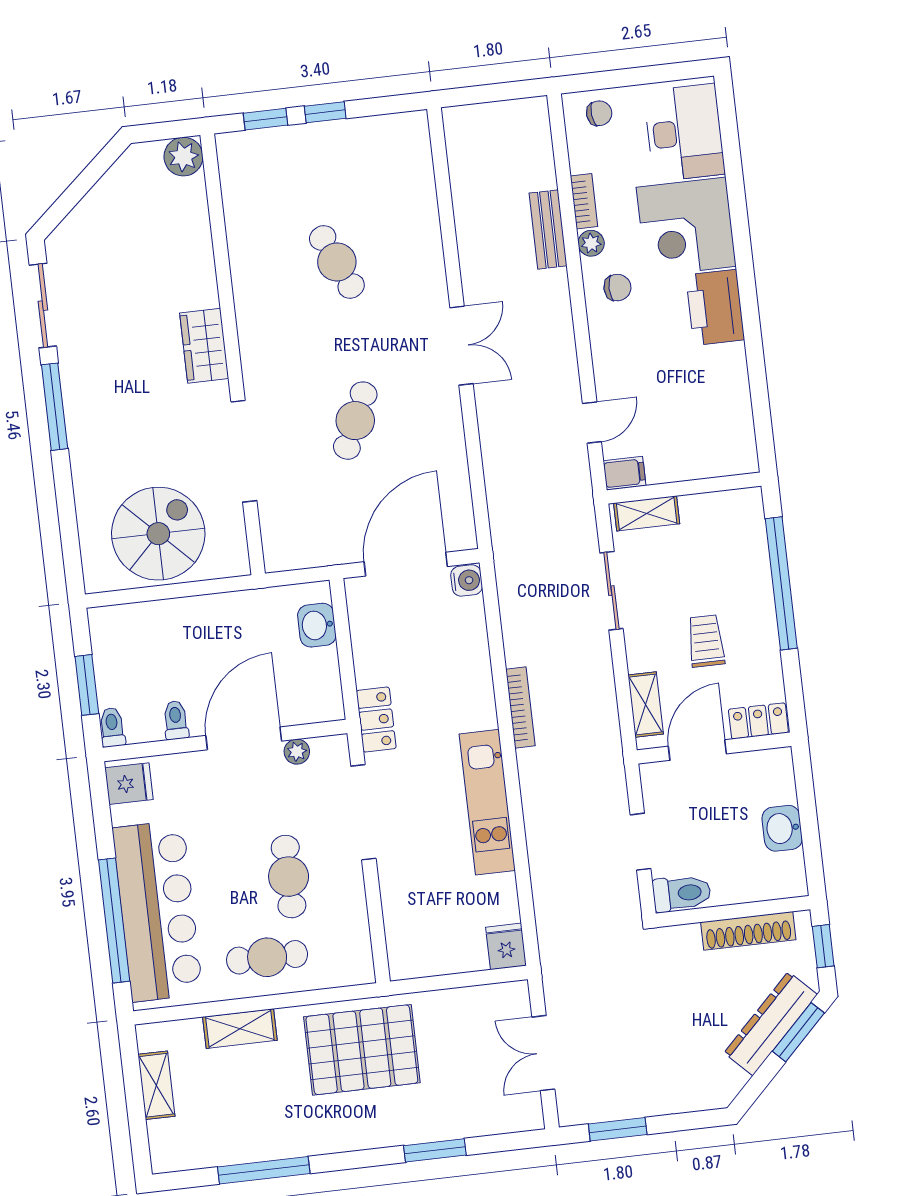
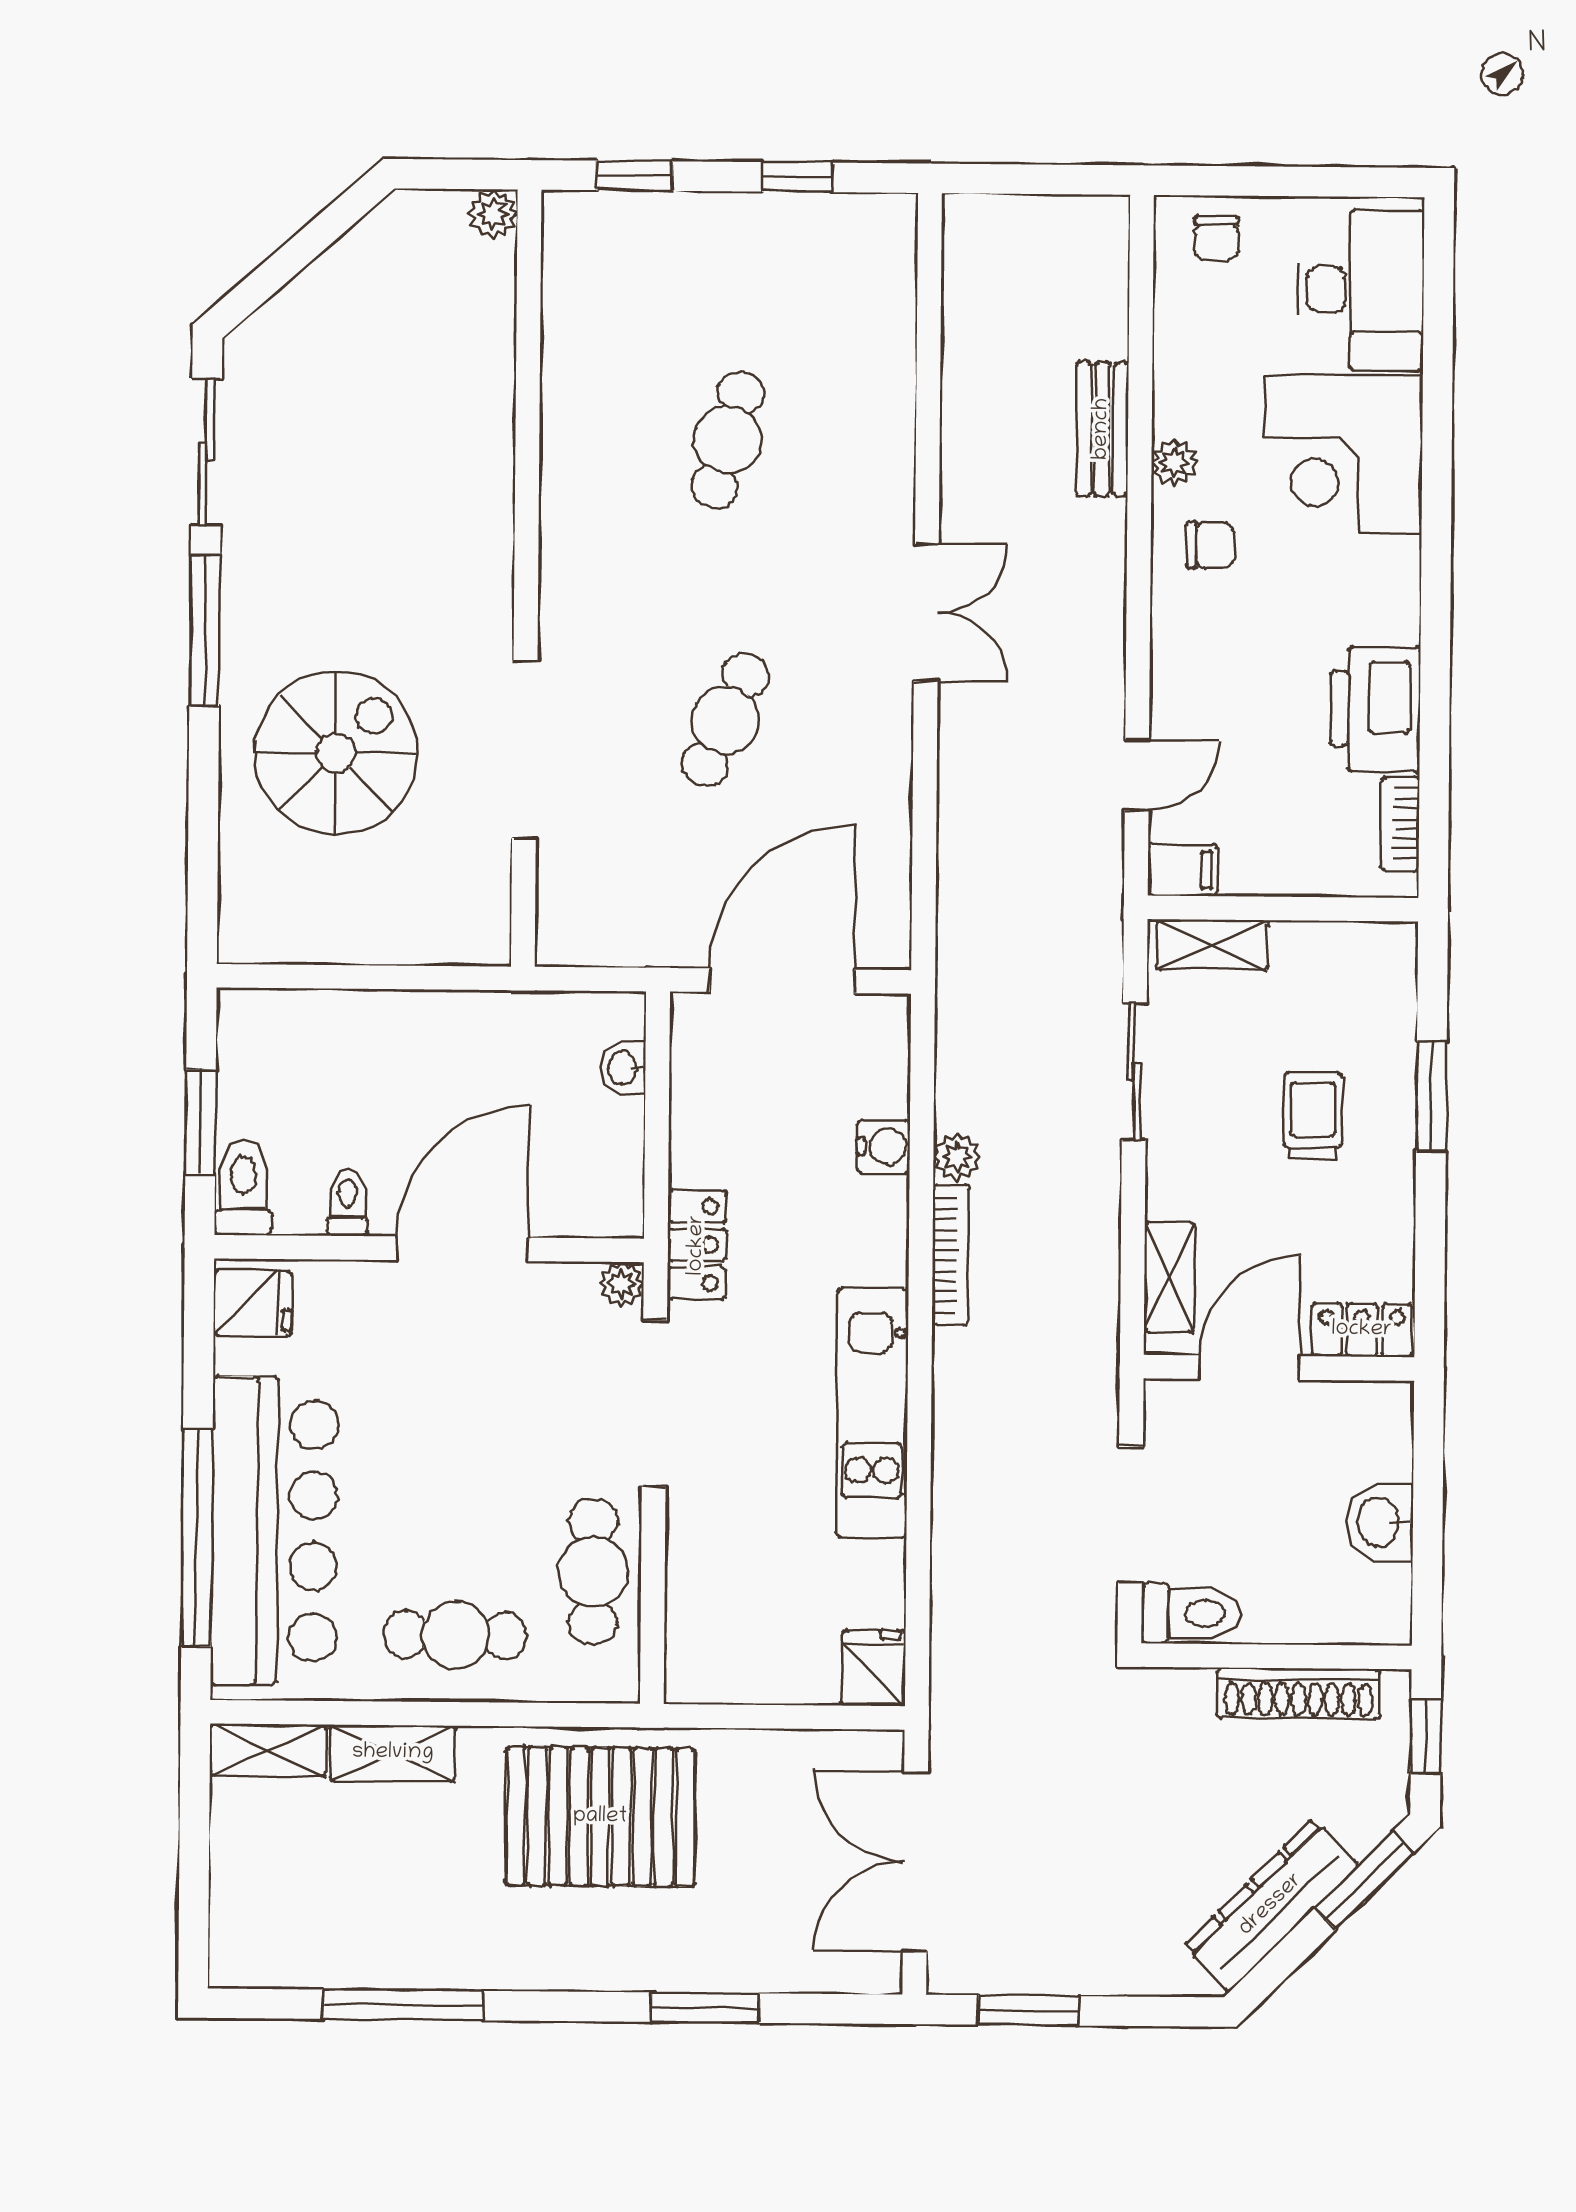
window: (325, 112) -> (797, 177), moved
chair: (599, 113) -> (1216, 238), turned 96
plant: (183, 157) -> (493, 214), width x0.73, depth x0.73
bookcase: (584, 201) -> (1400, 823), moved, turned 180
cafe table: (337, 262) -> (728, 440), turned 39
printer: (715, 307) -> (1375, 709), moved
wardrobe: (204, 346) -> (479, 557), removed
spiral stairs: (158, 534) -> (336, 753), moved
water cooler: (467, 580) -> (883, 1147), moved
window: (781, 583) -> (1431, 1096), width x0.47
washbasin: (317, 625) -> (624, 1068), width x0.72, depth x0.69
trolley: (706, 641) -> (1313, 1116), moved
plant: (517, 651) -> (957, 1157), added
toilet: (112, 727) -> (243, 1188), width x1.37, depth x1.39
plant: (297, 752) -> (622, 1284), moved
doorway: (640, 842) -> (1130, 1515), width x1.38
cafe table: (289, 877) -> (593, 1572), moved
dresser: (771, 1024) -> (1271, 1905), moved
double door: (543, 1053) -> (915, 1862), width x1.37
shelving: (156, 1085) -> (268, 1750), moved, turned 90

